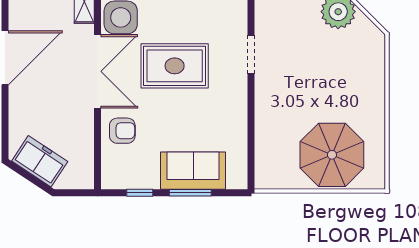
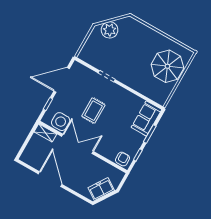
rug: (175, 66) -> (93, 111), width x0.73, depth x0.70
armchair: (122, 131) -> (123, 159), moved
sofa: (193, 171) -> (146, 118), moved

